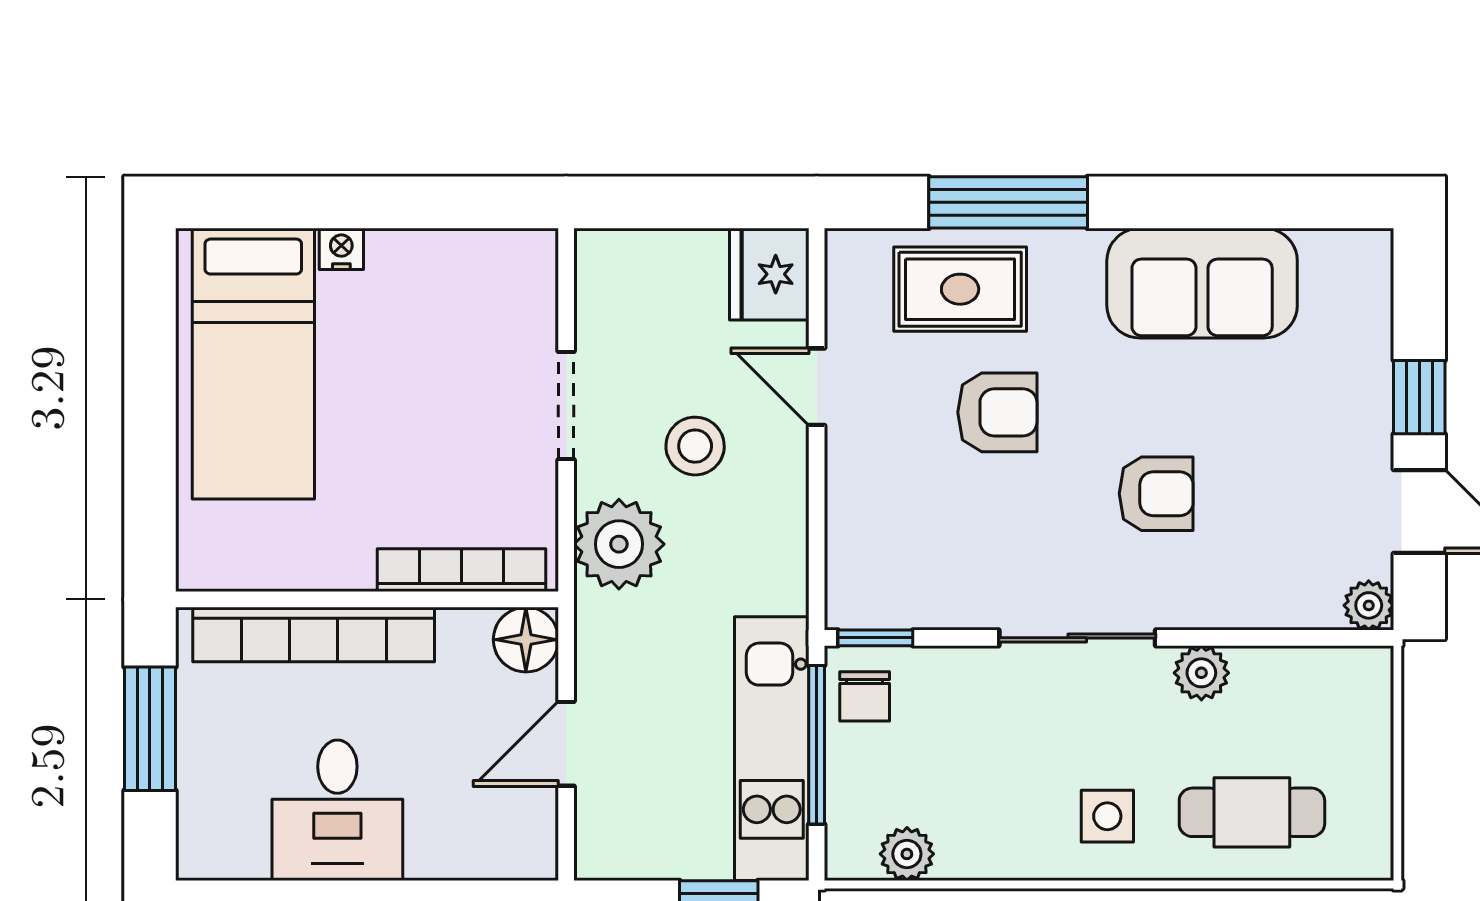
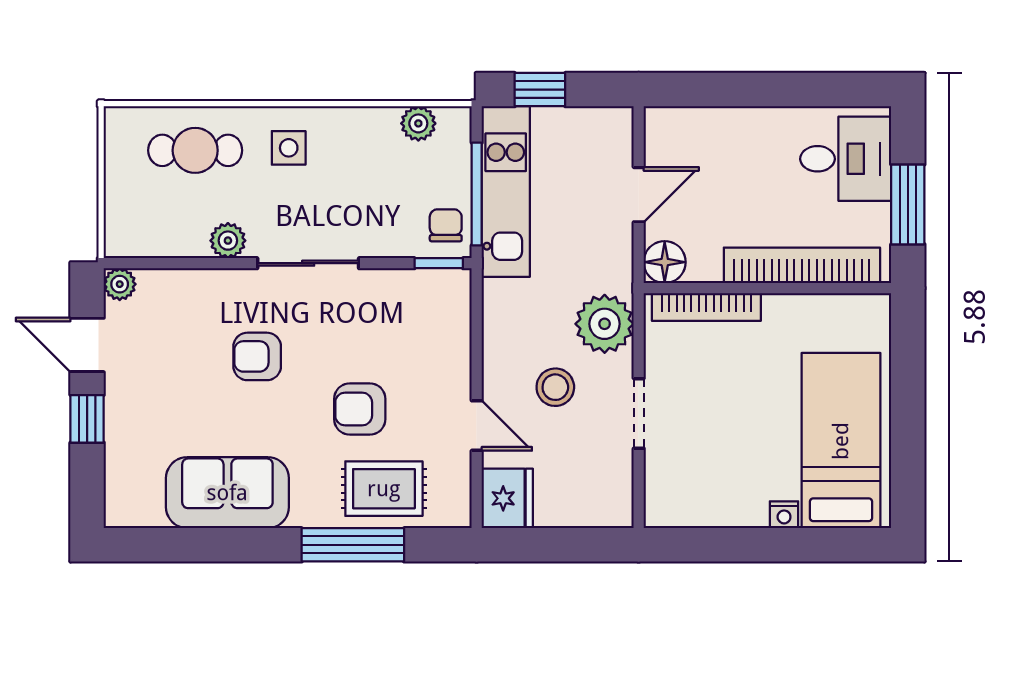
desk: (337, 810) -> (846, 159), moved, turned 90

